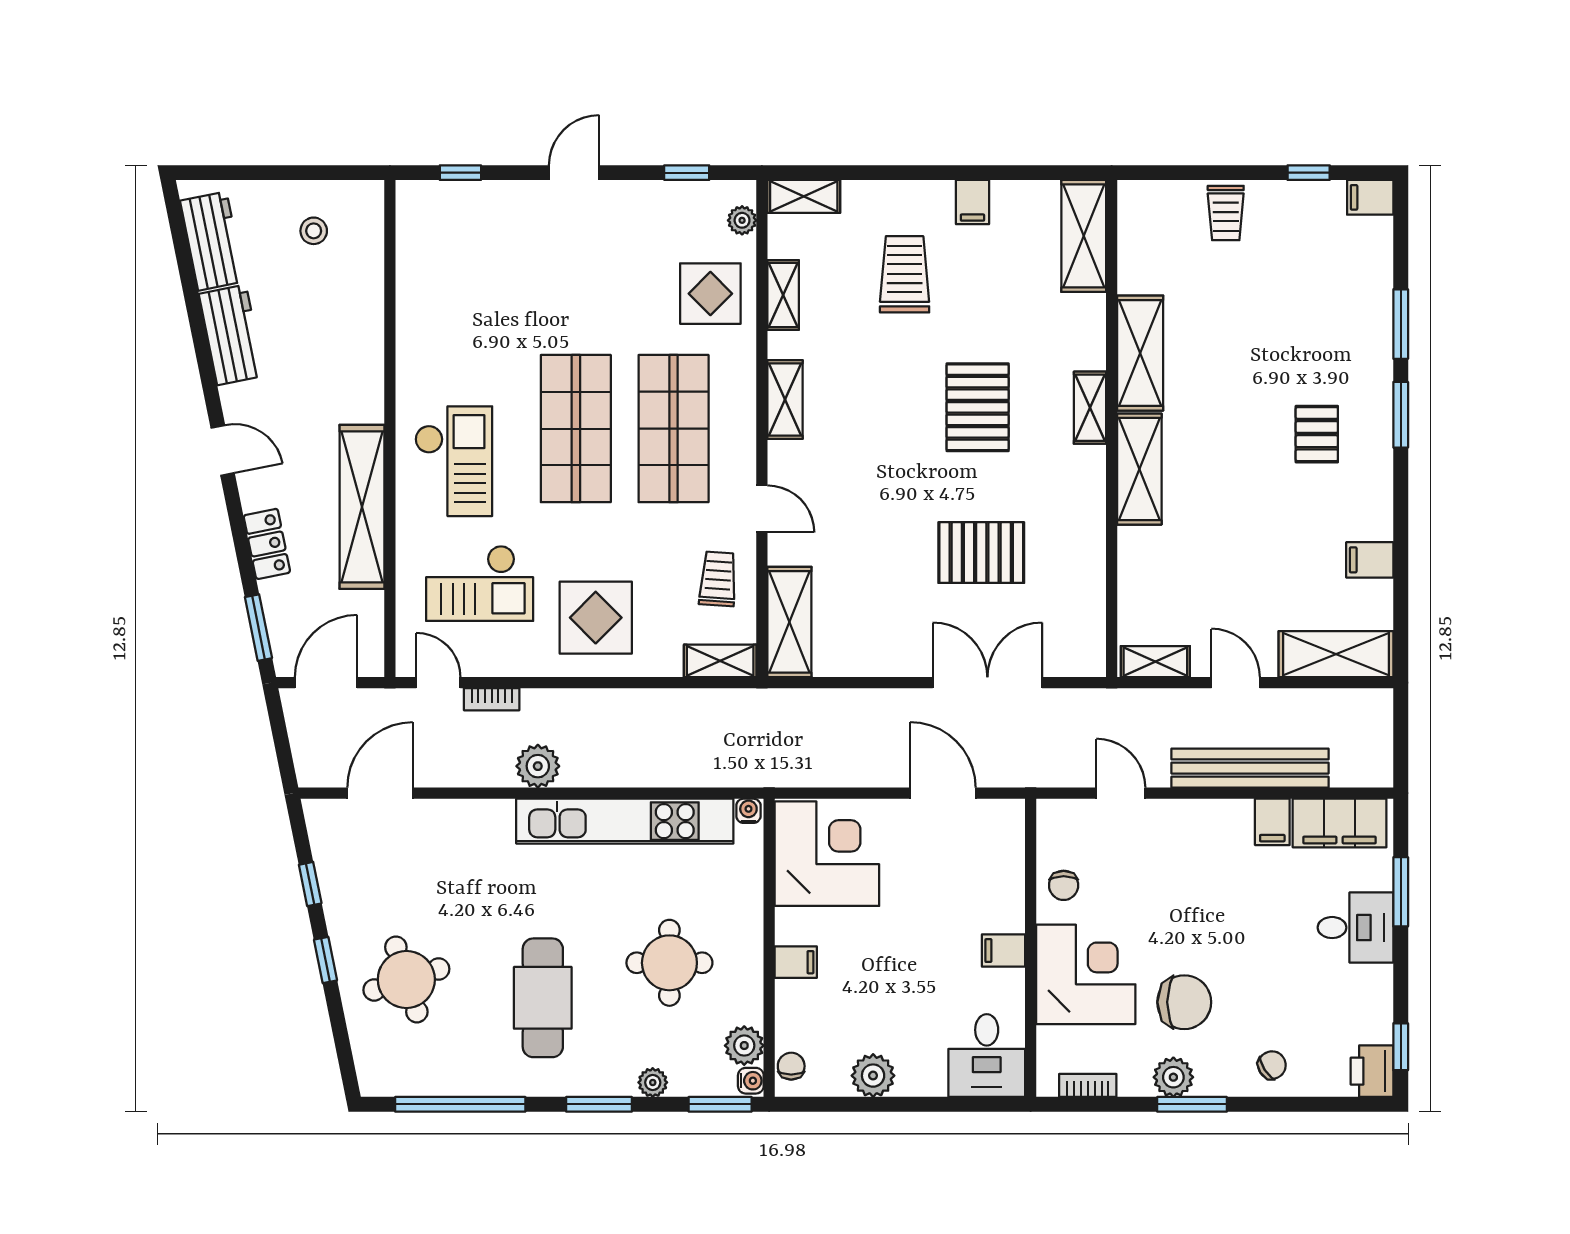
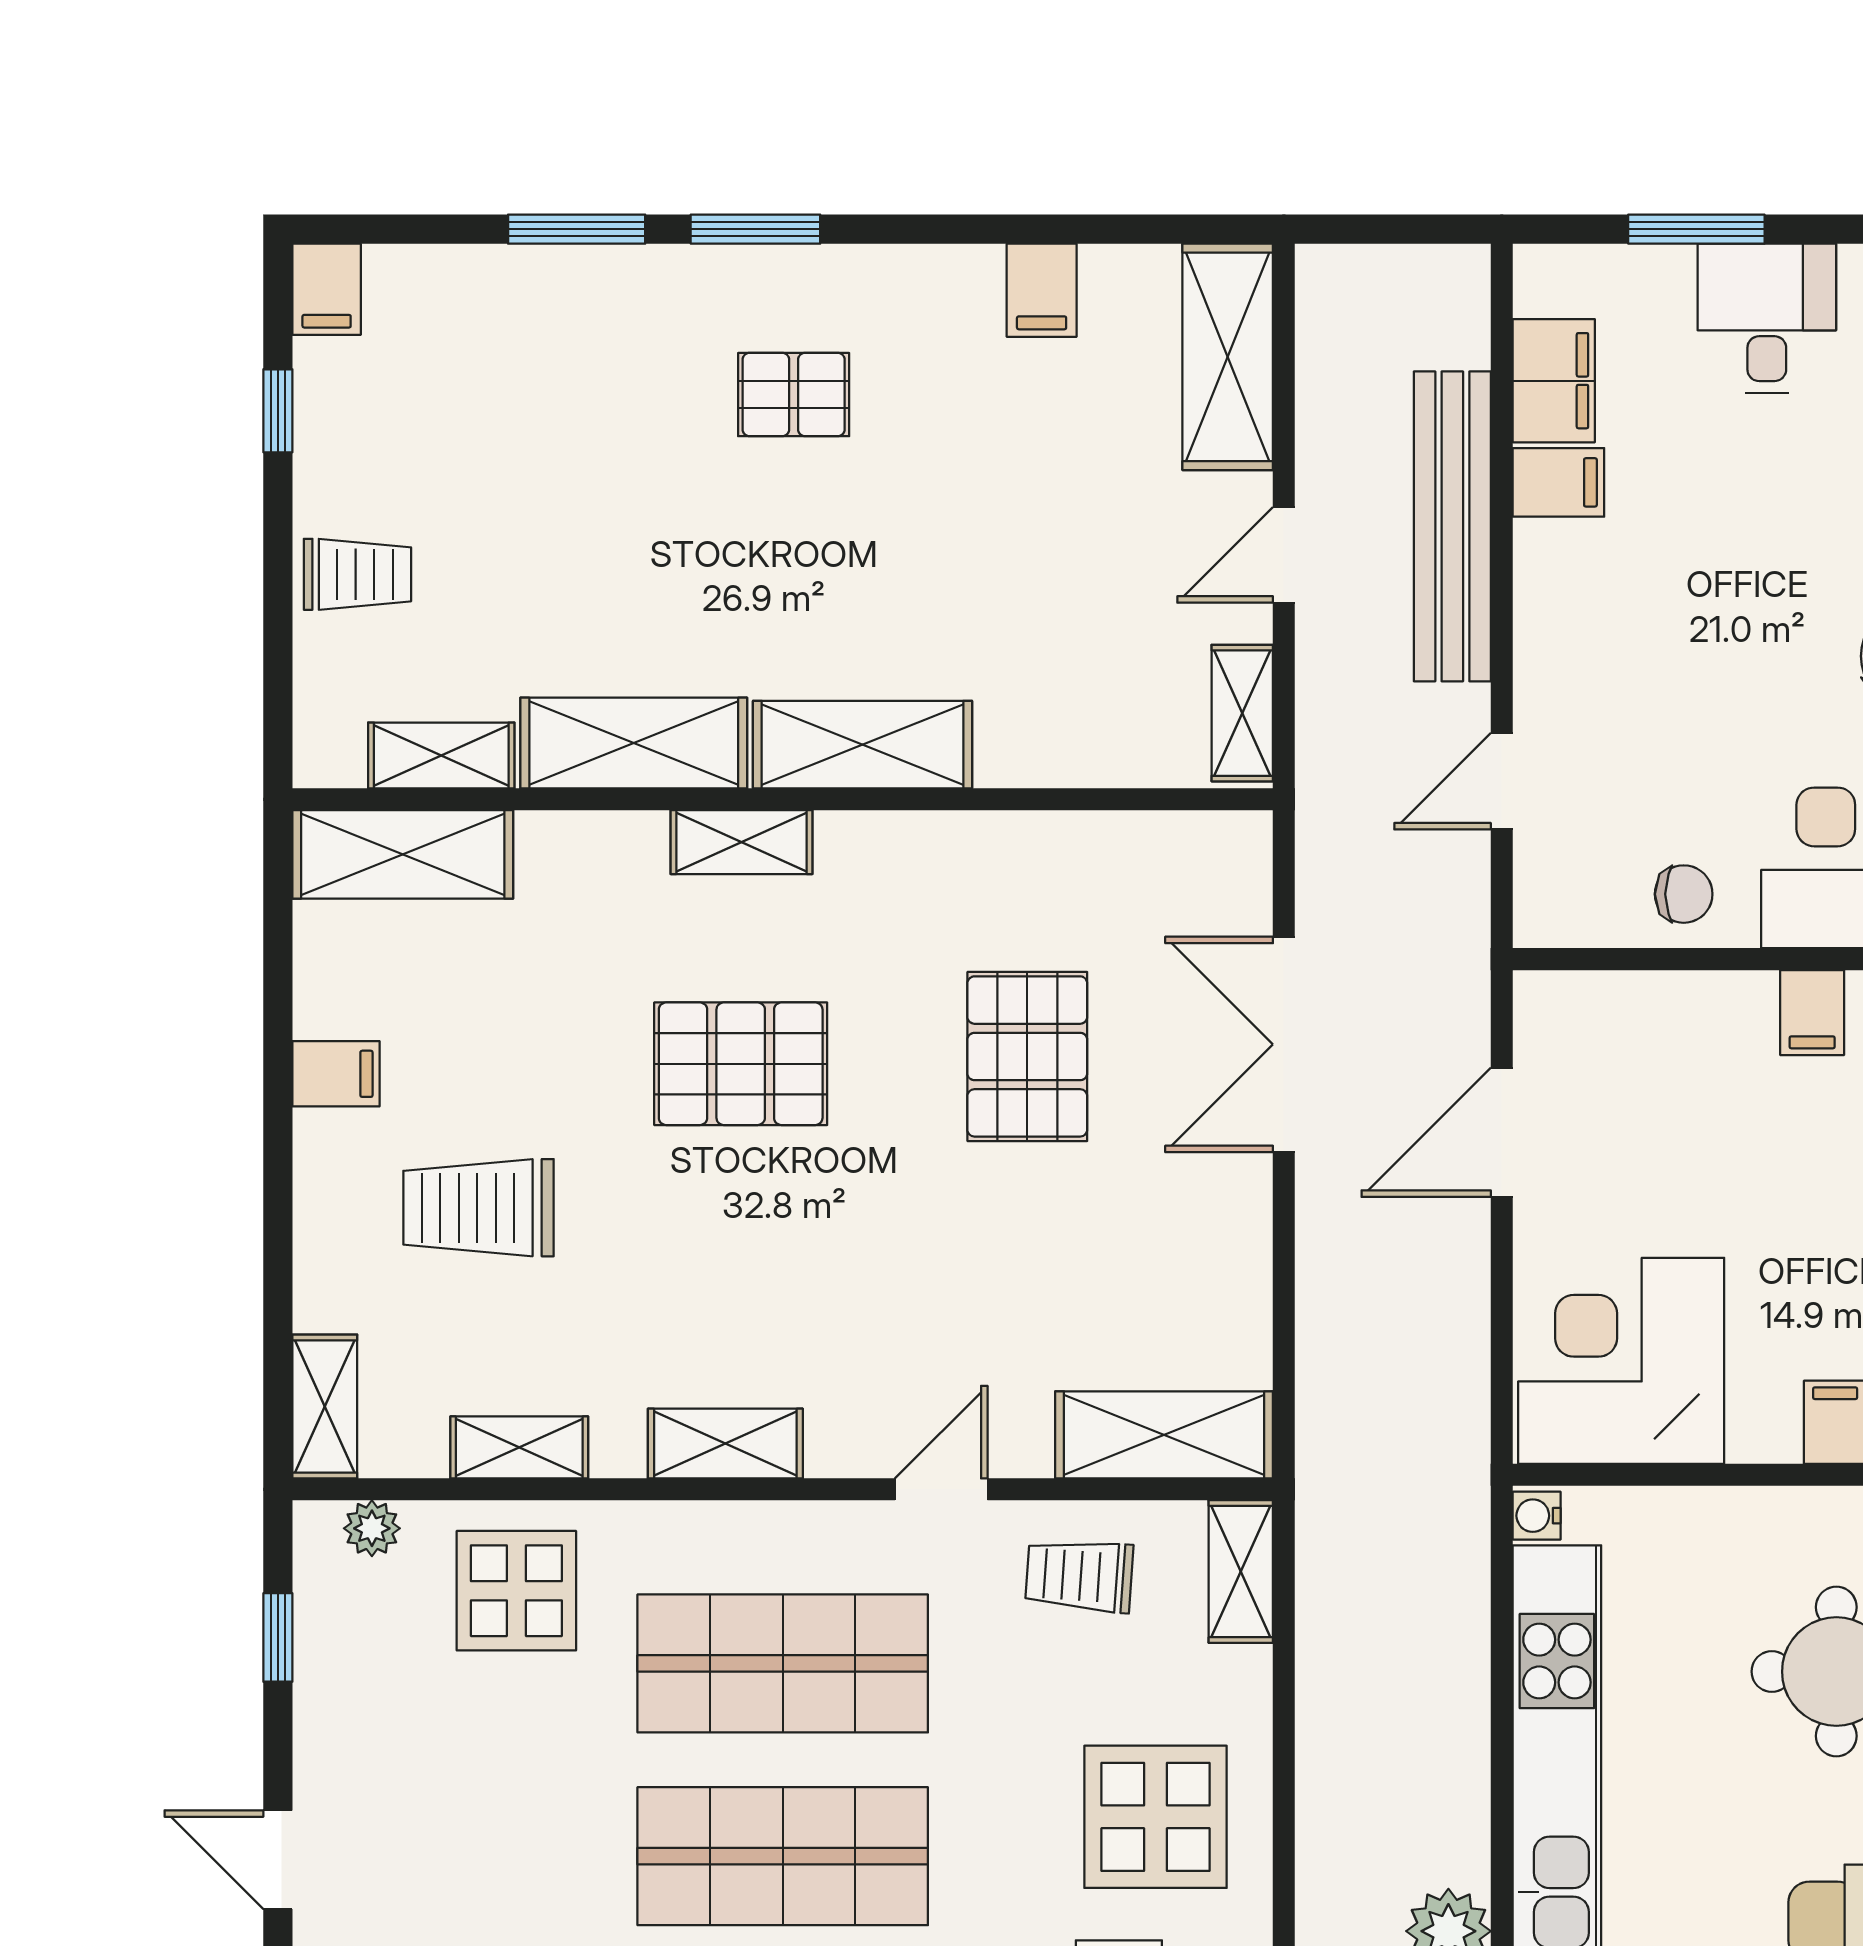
shelving: (1134, 255) -> (441, 755), added
filing cabinet: (1340, 823) -> (1554, 381), width x0.67, depth x0.86

